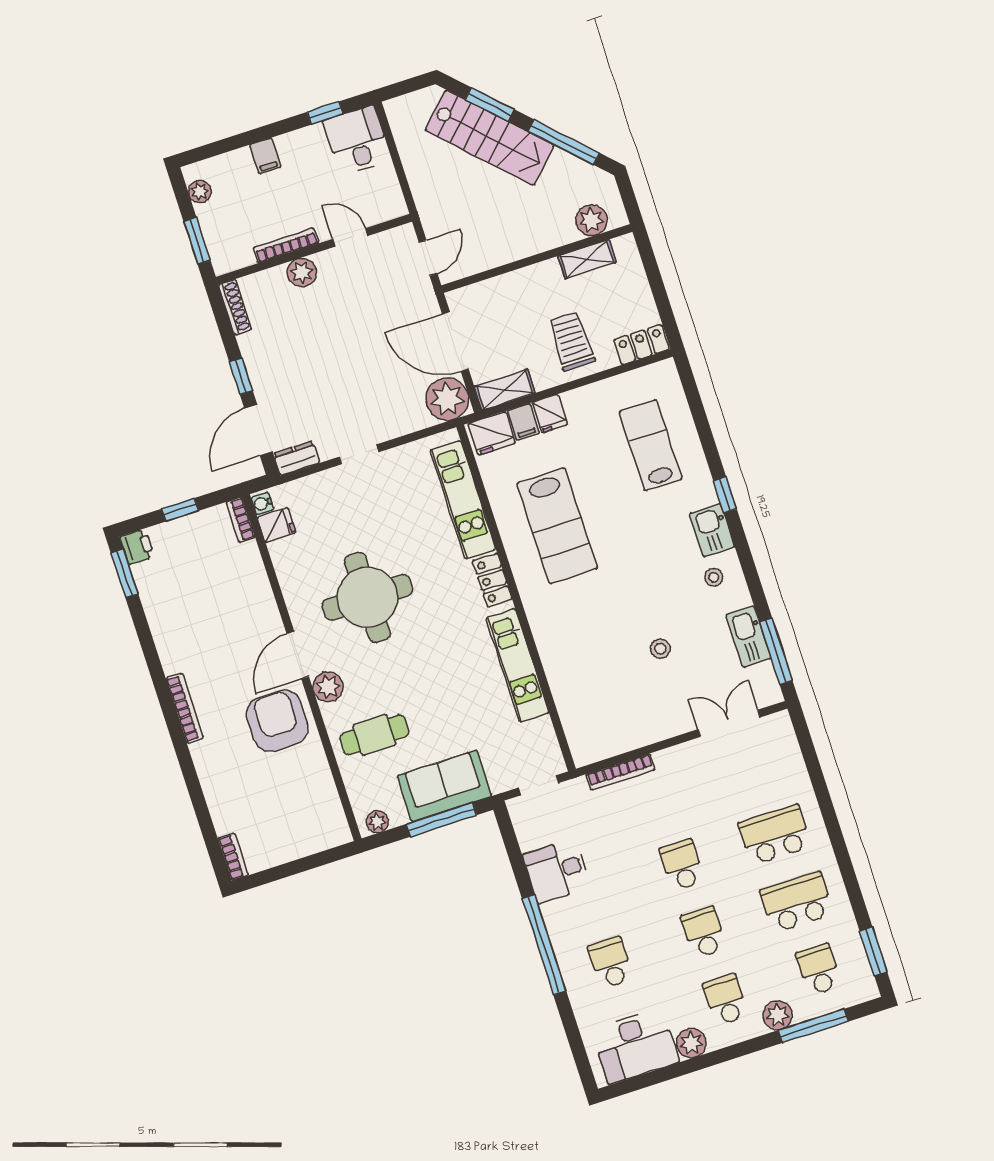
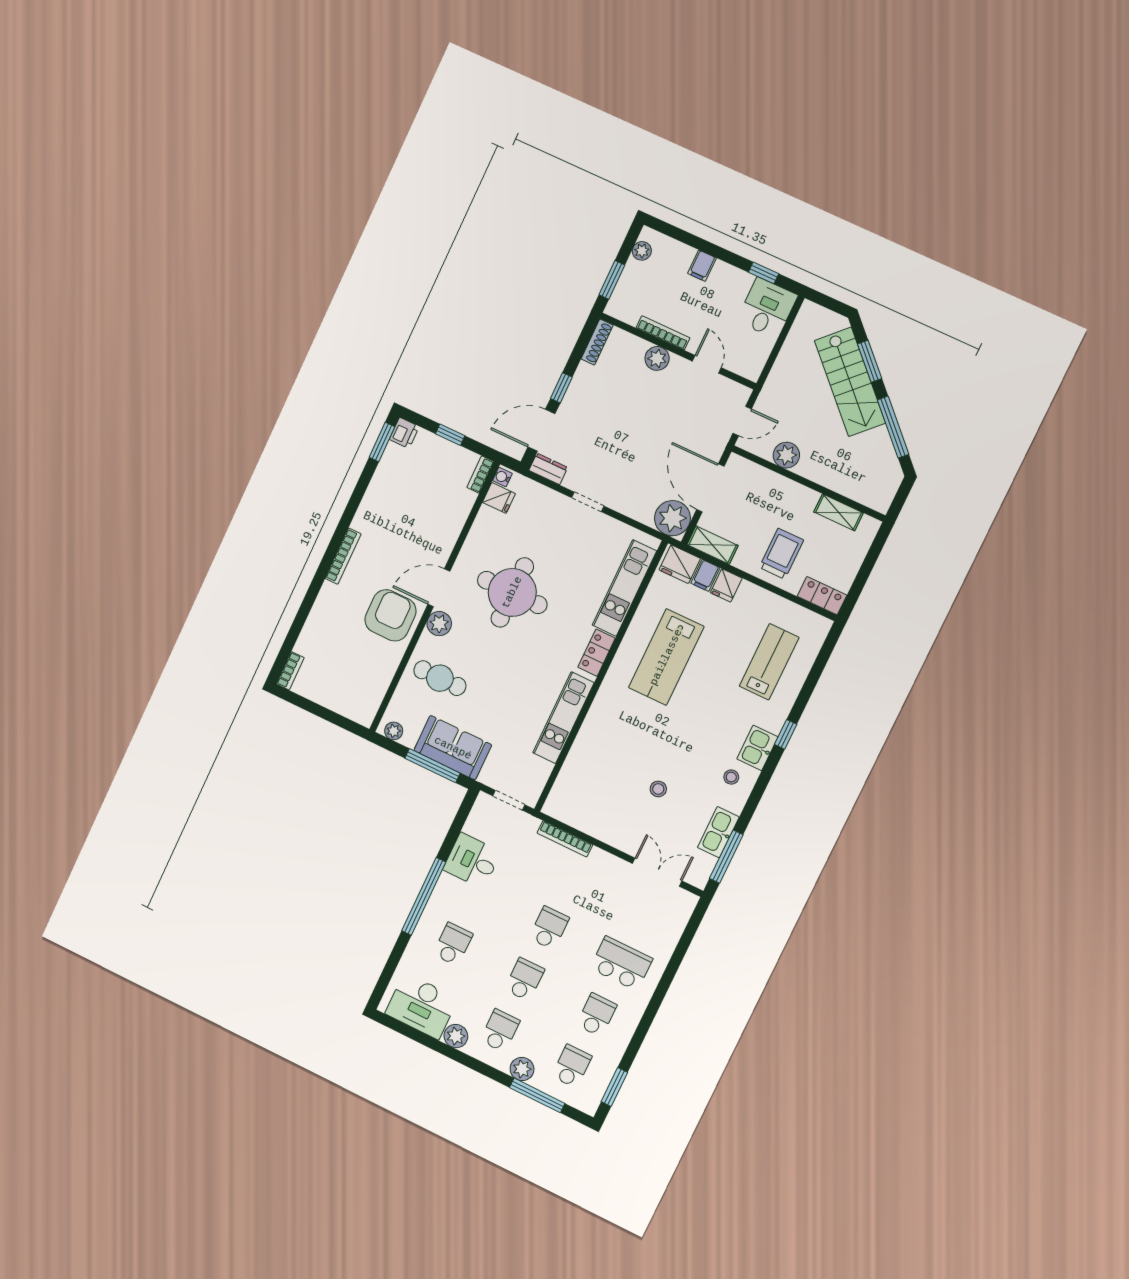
plant: (591, 220) -> (786, 455), moved
school desk: (797, 902) -> (597, 1015), width x0.54

